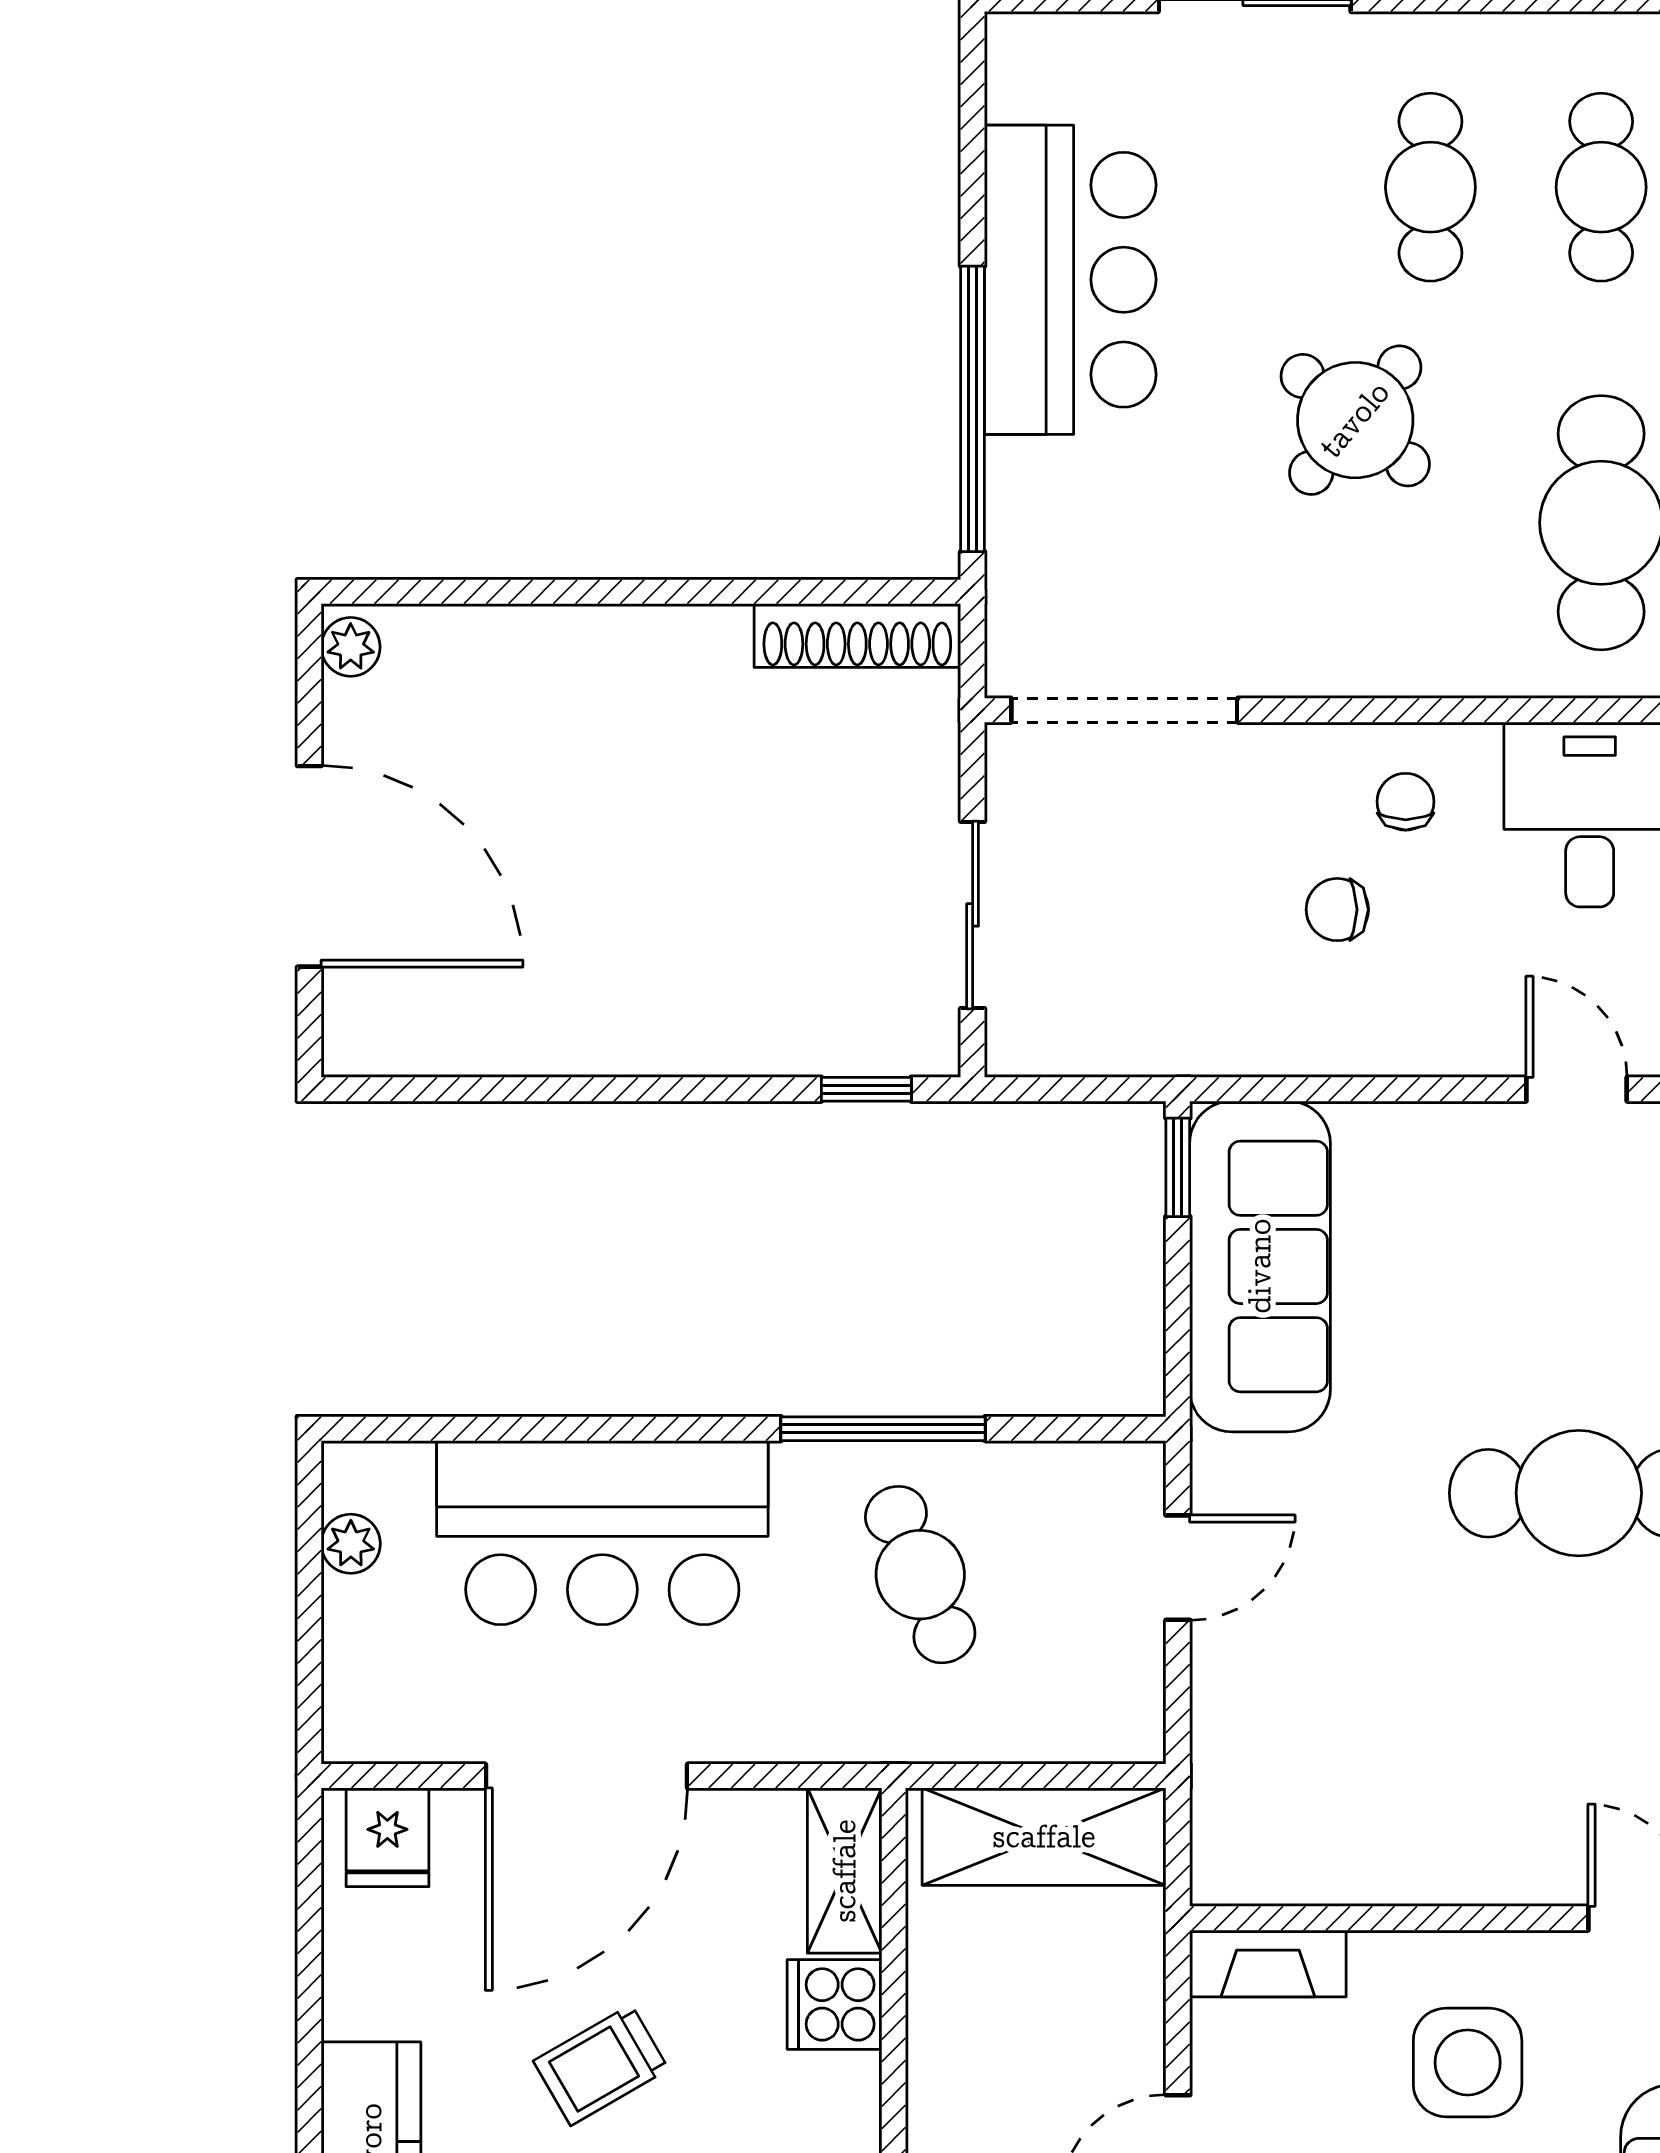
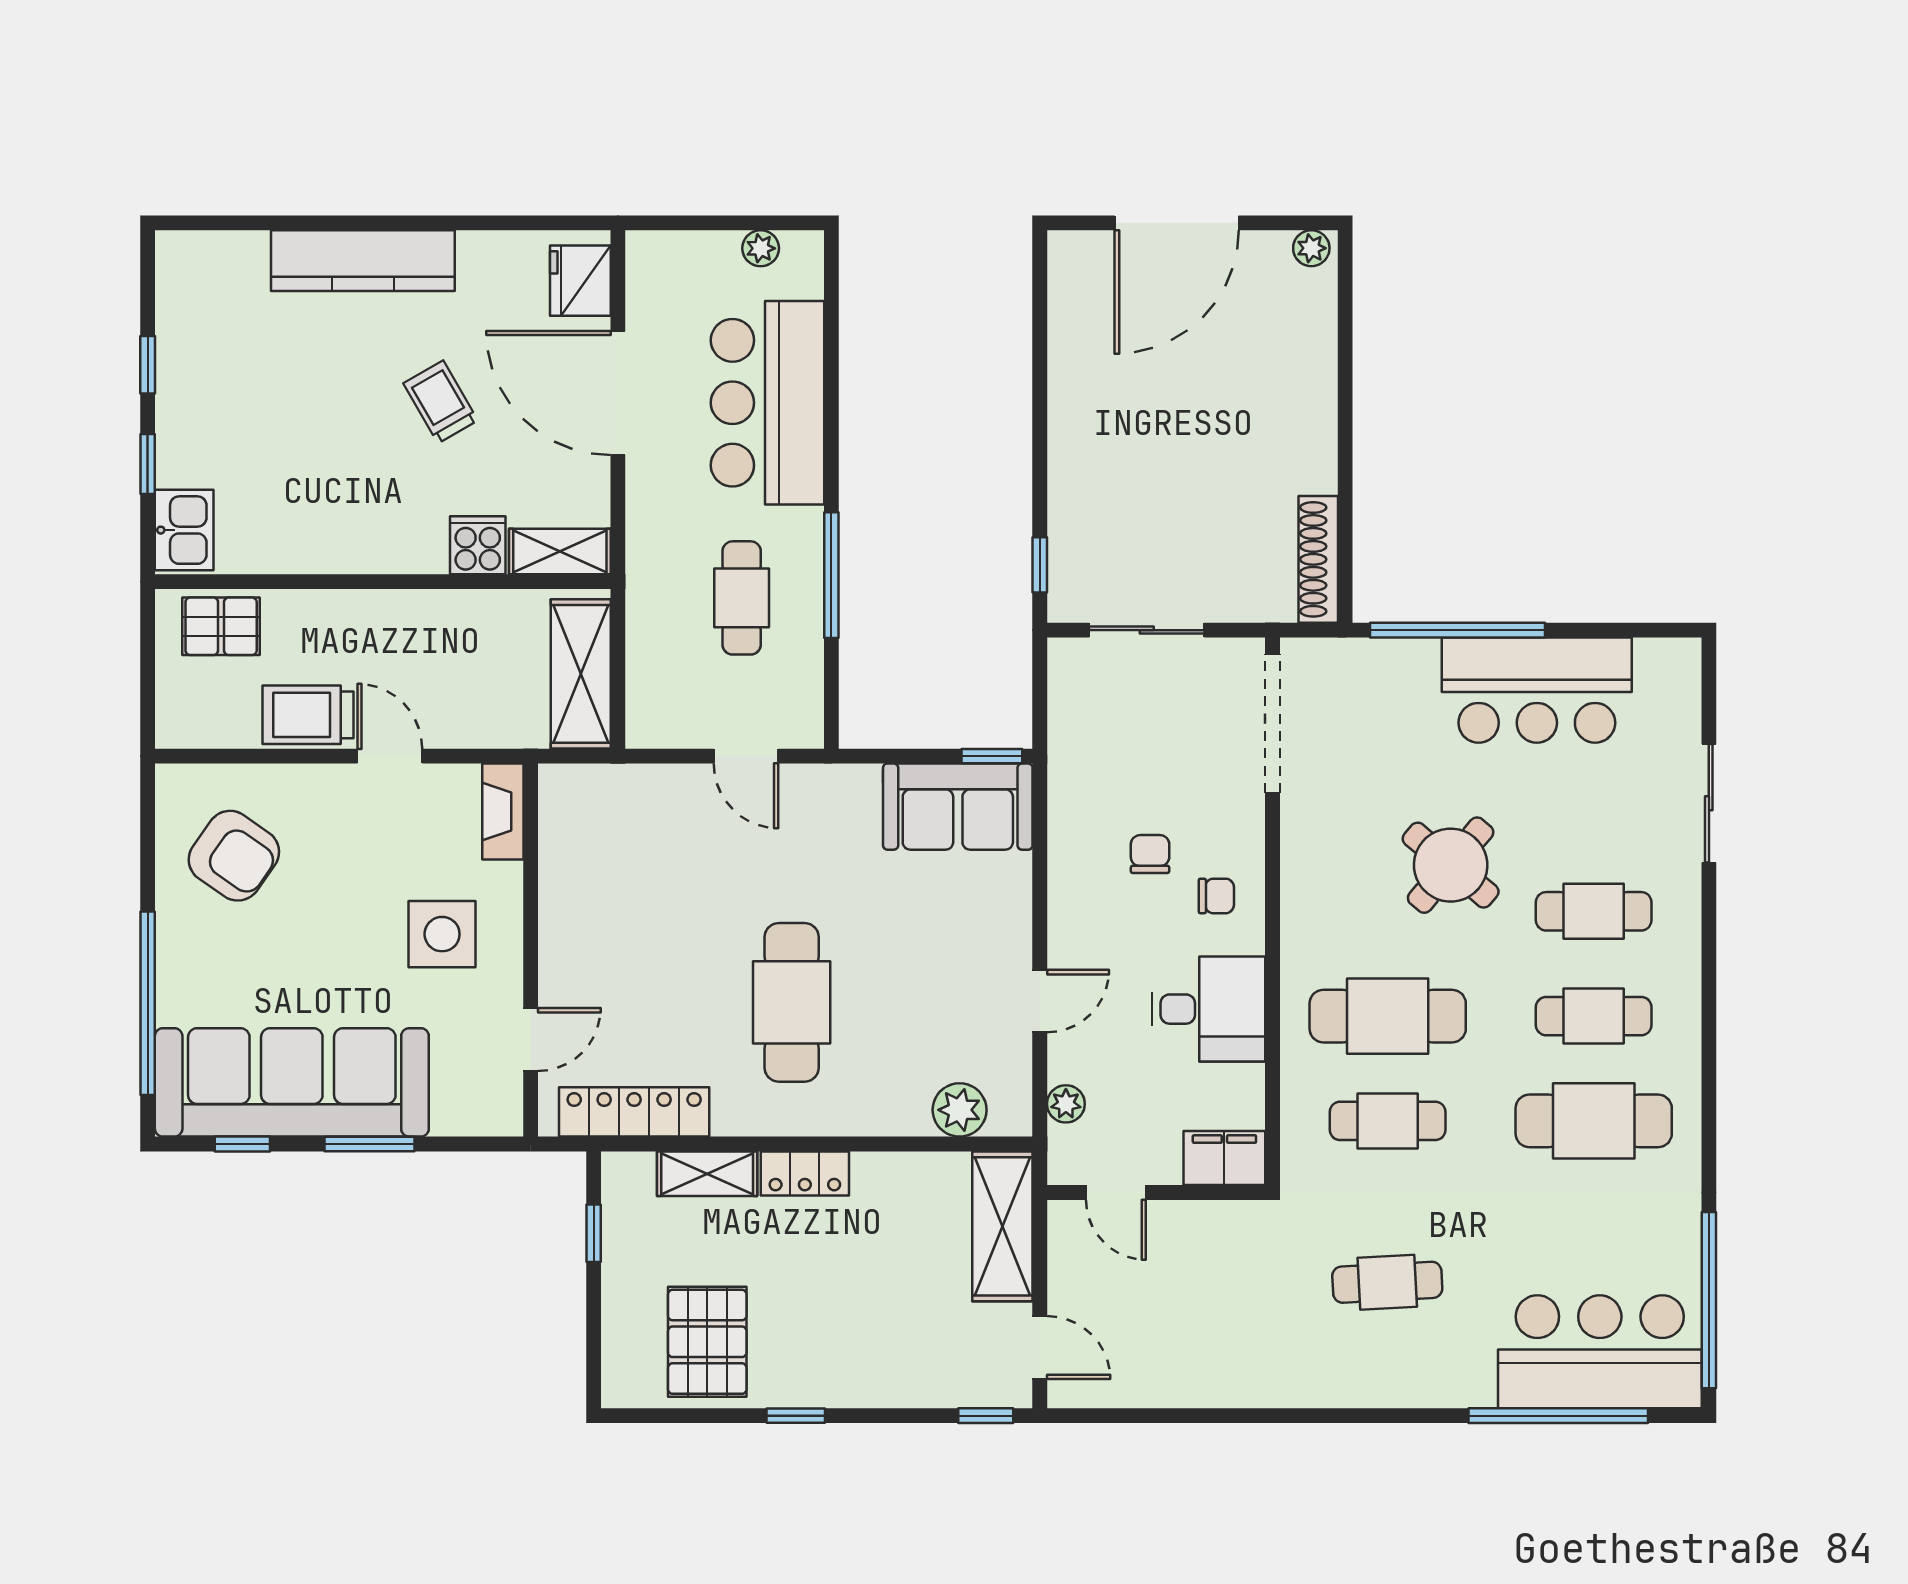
sofa: (1260, 1266) -> (958, 807), width x0.73
cafe table: (920, 1575) -> (742, 598), turned -68
fridge: (387, 1837) -> (580, 281), width x1.38

